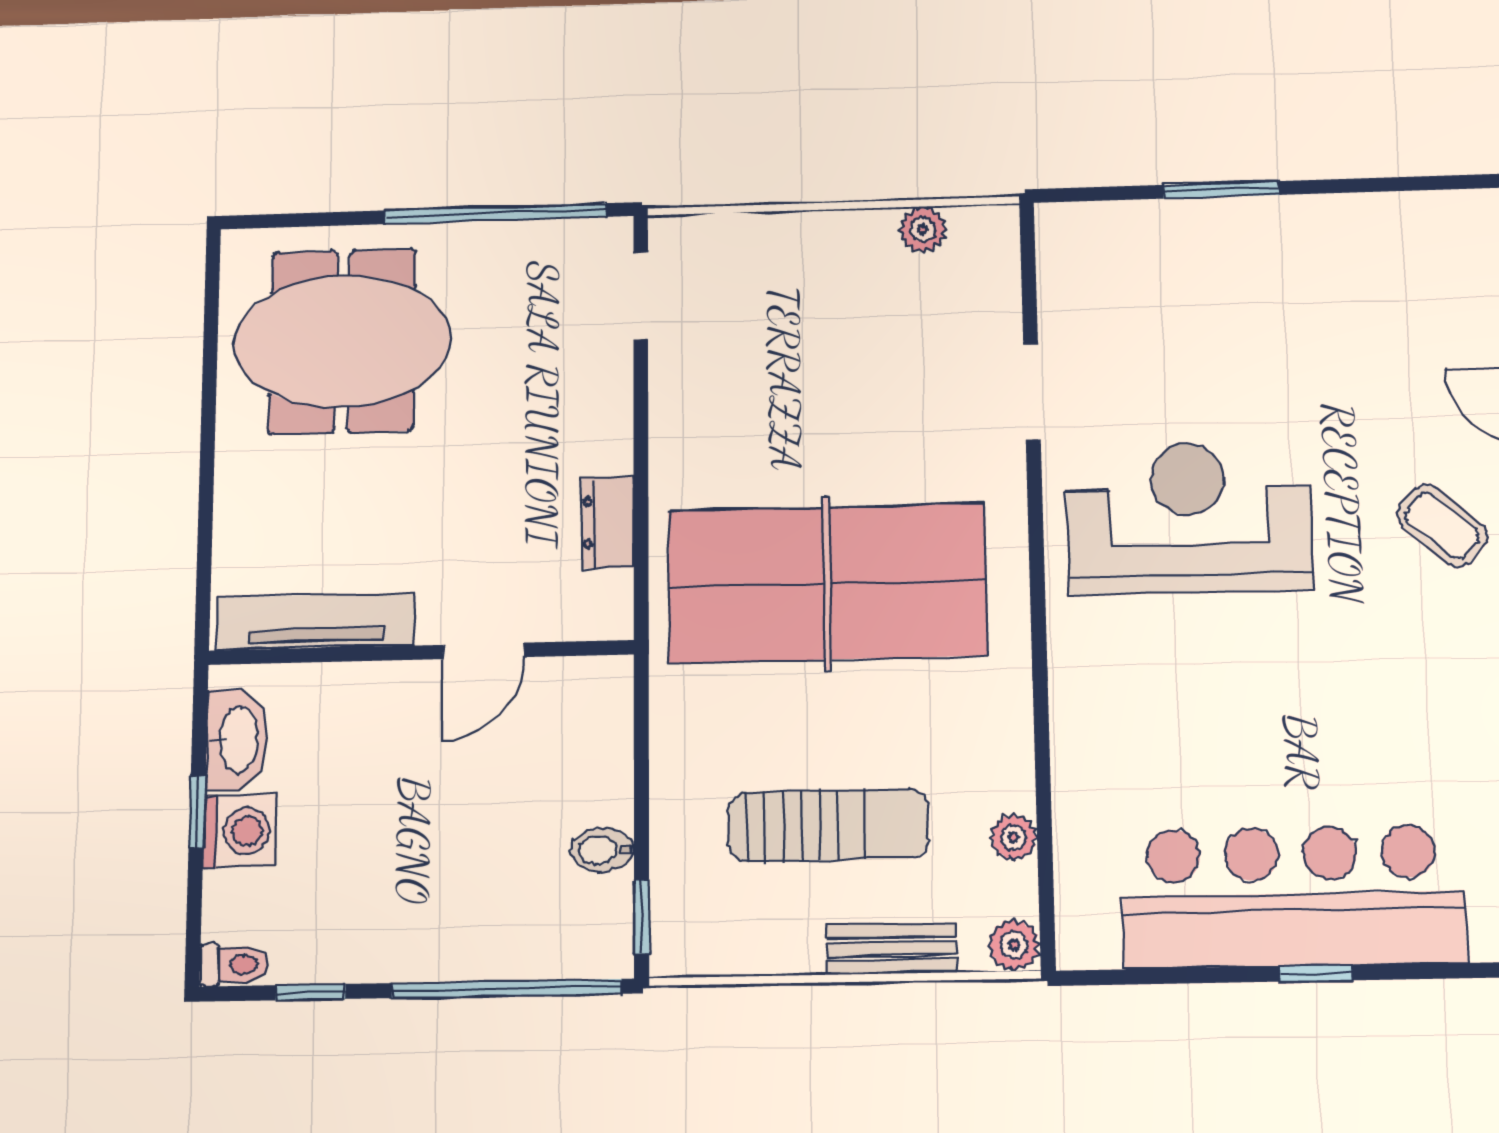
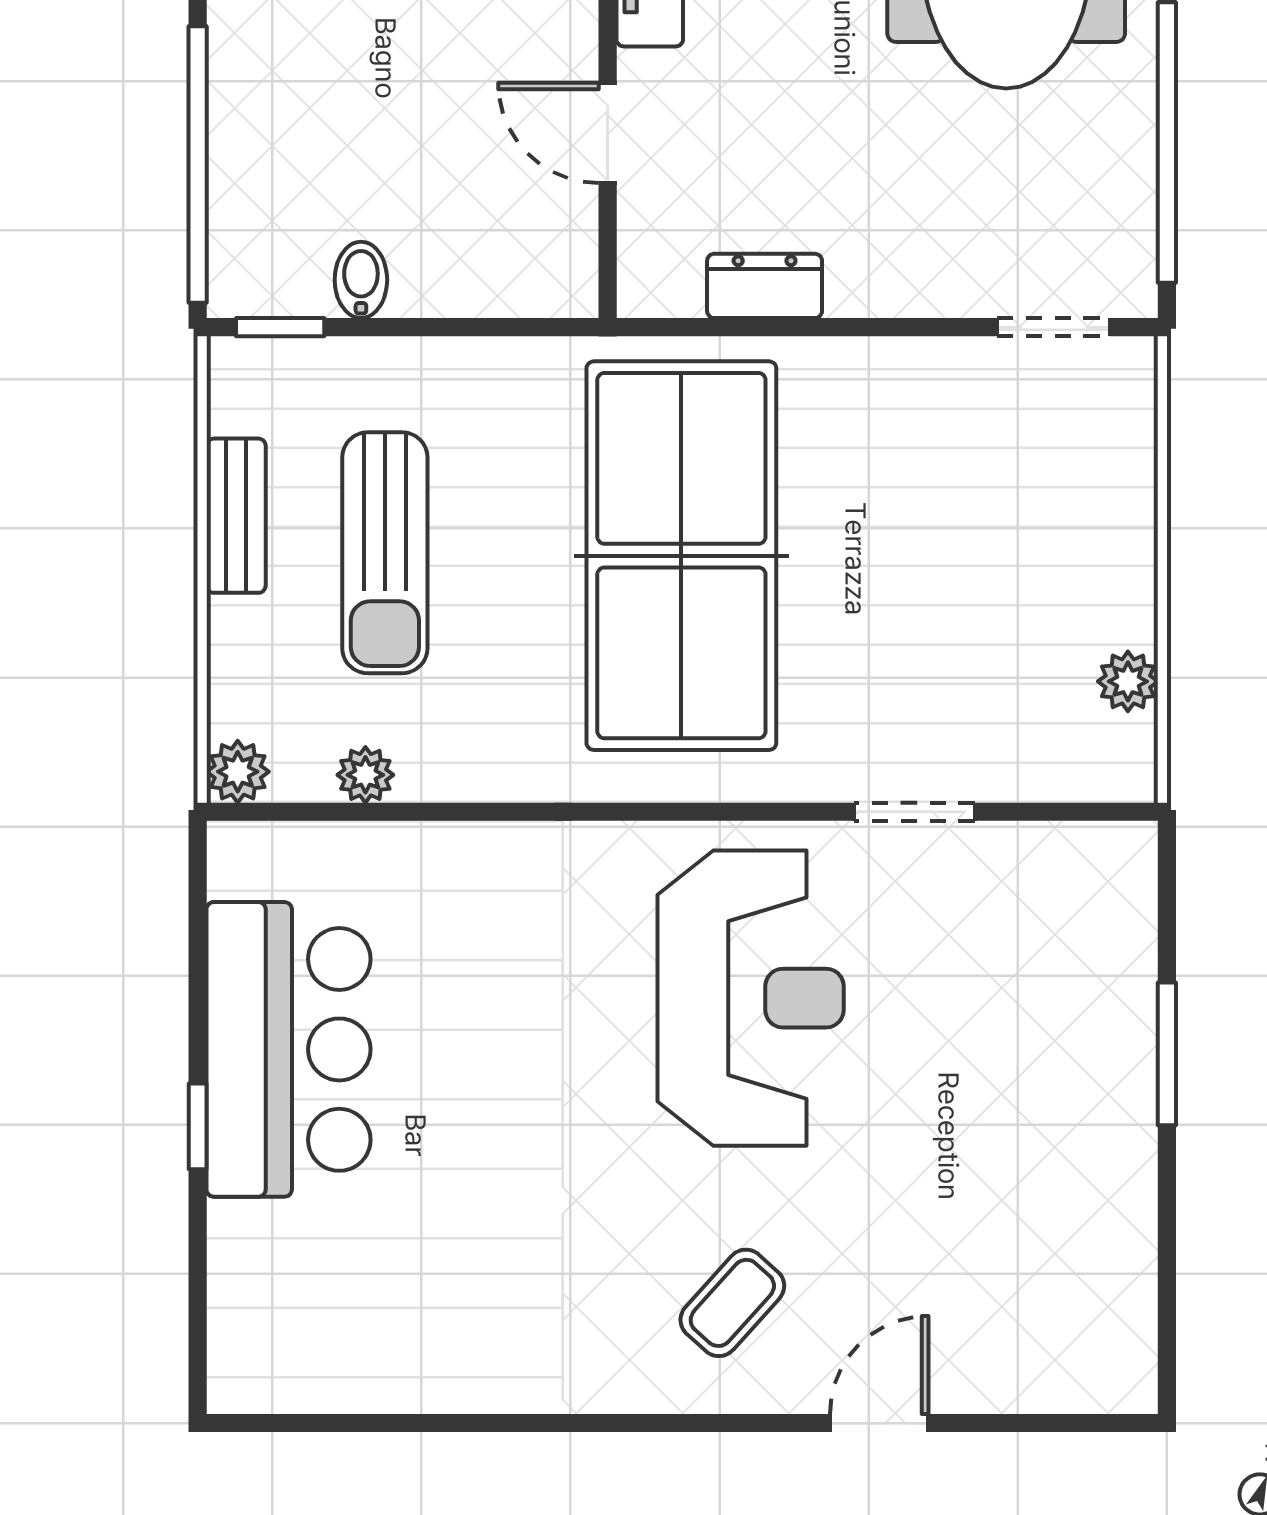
bar counter: (1293, 896) -> (289, 1049), width x0.73
bench: (891, 949) -> (236, 516), moved

